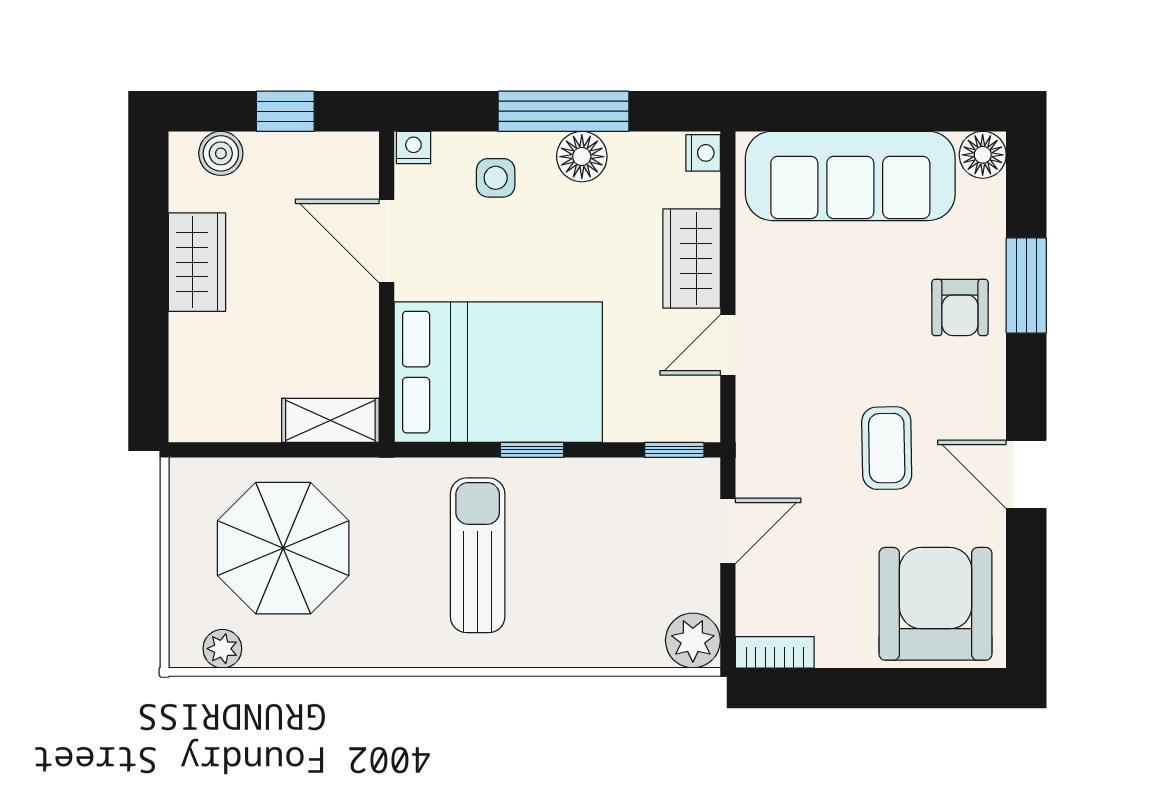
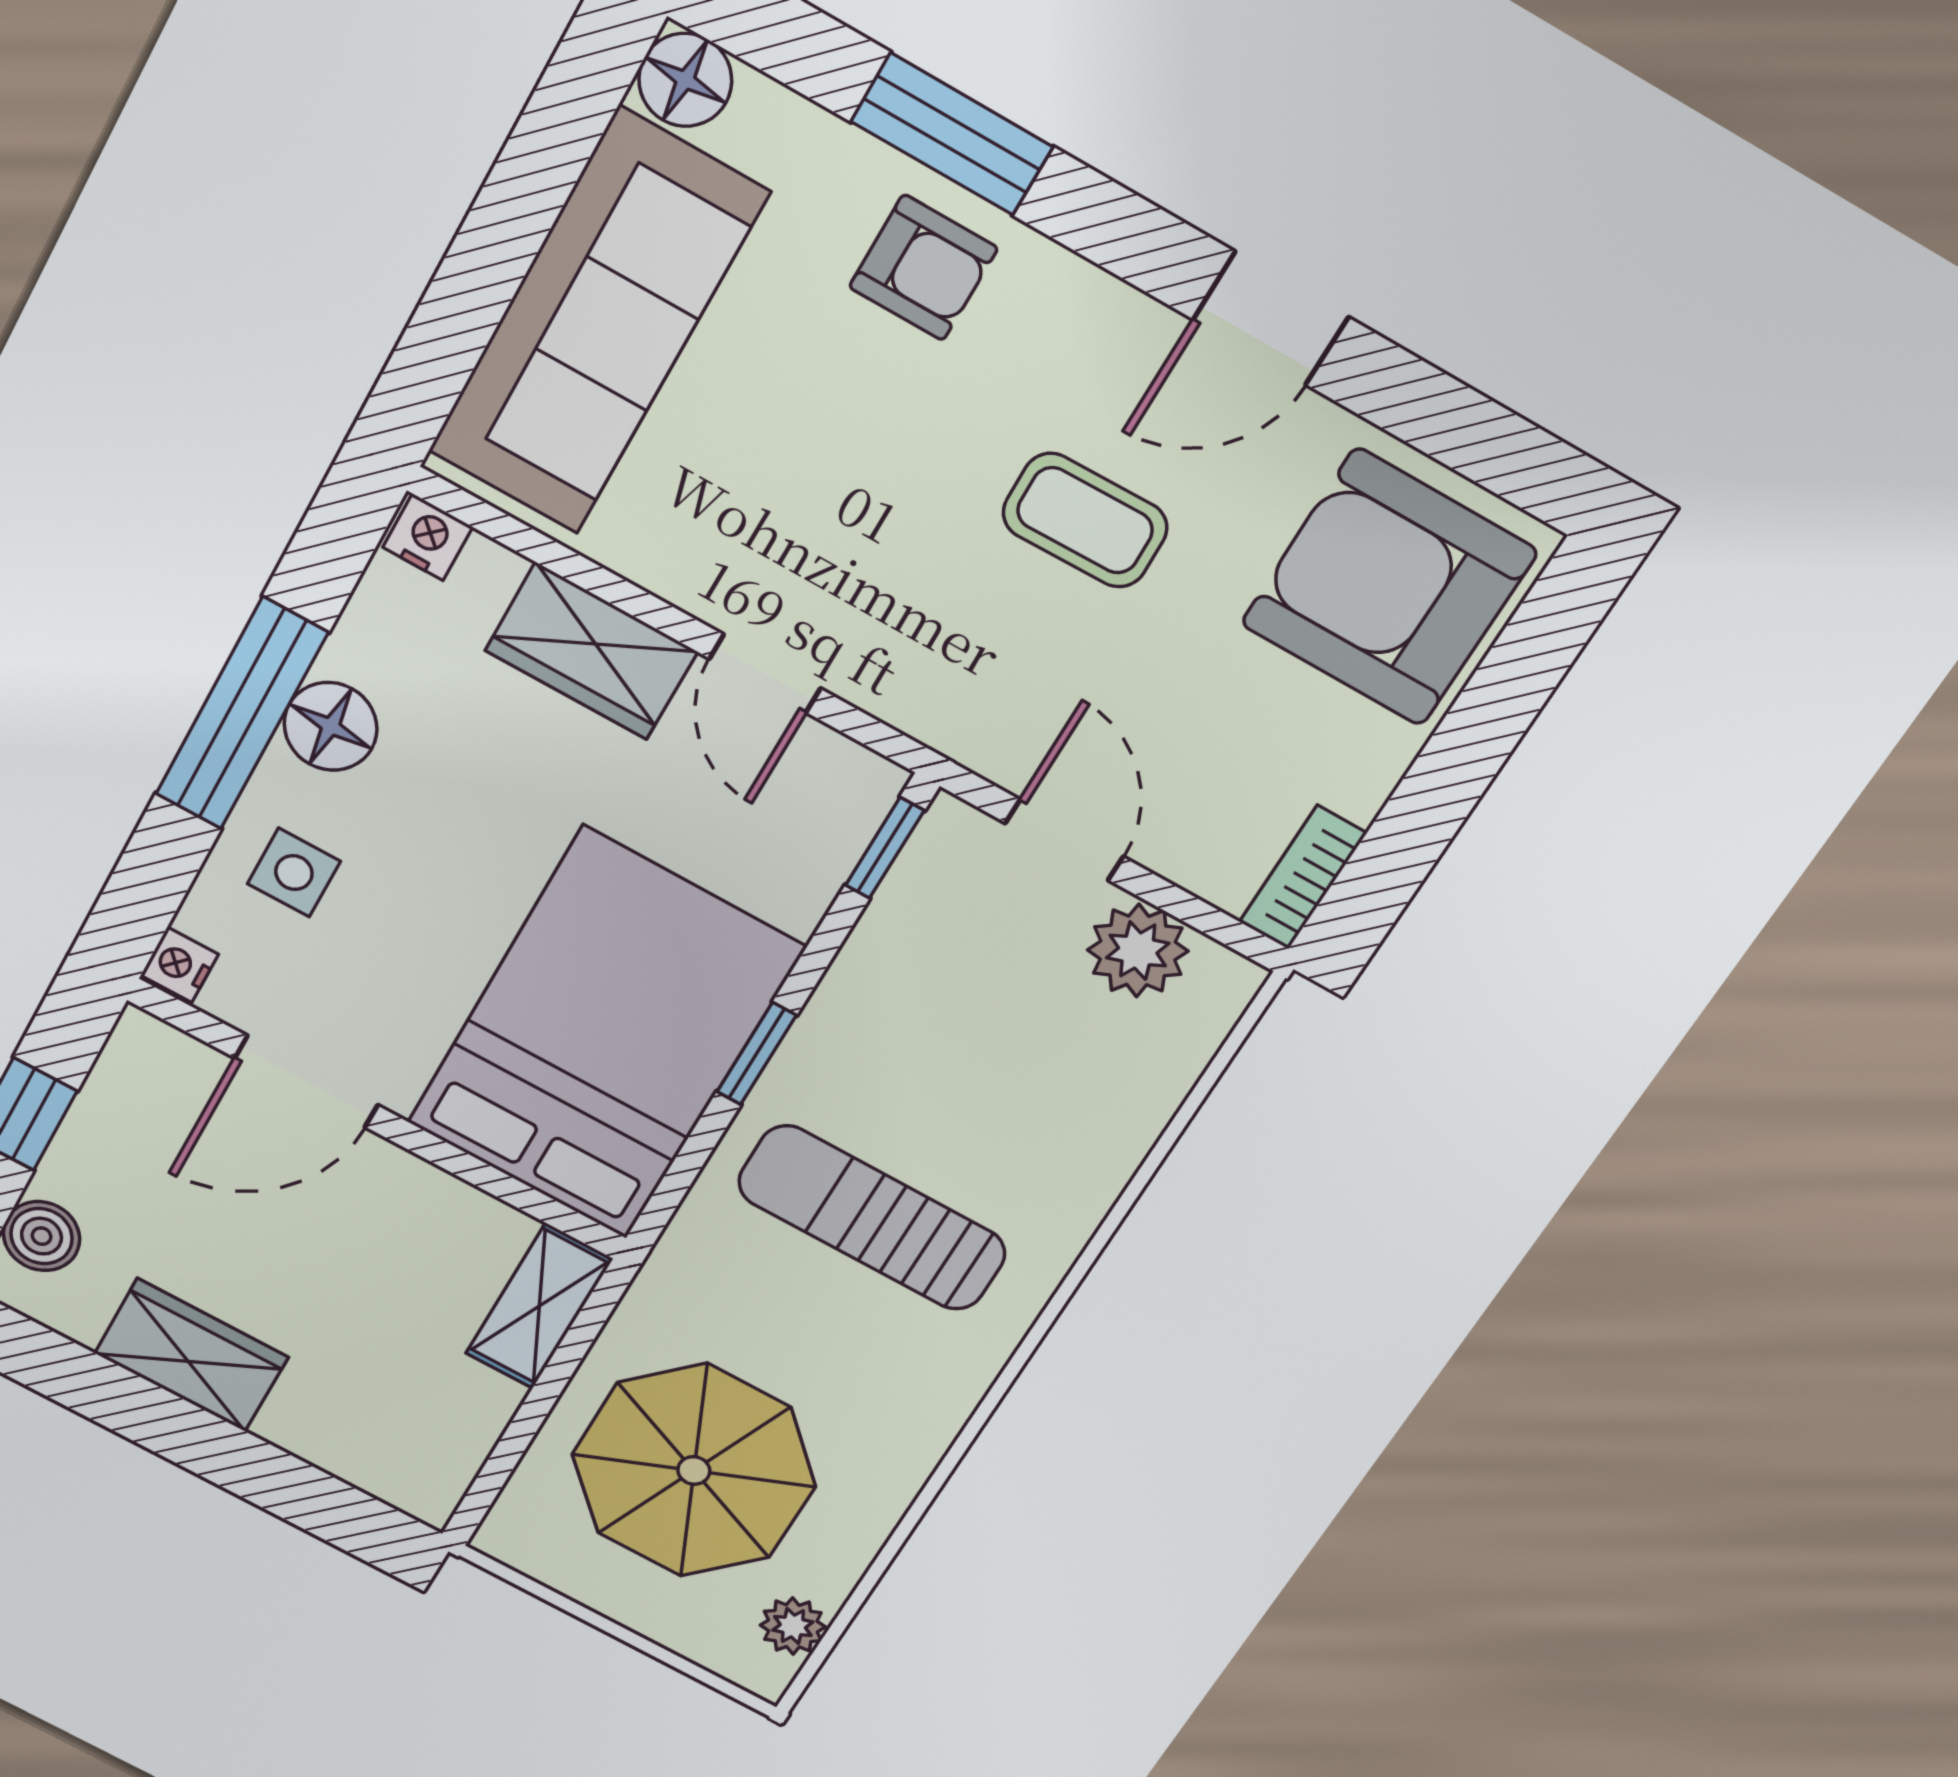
plant: (693, 640) -> (1138, 951), moved

